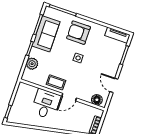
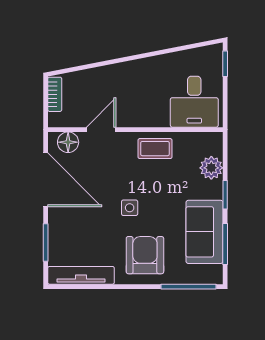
armchair: (79, 33) -> (145, 255), turned -90
tv unit: (117, 35) -> (81, 275), width x1.41
door: (114, 85) -> (46, 180), width x1.88
door: (69, 97) -> (101, 130), moved
desk: (46, 104) -> (194, 102), moved

